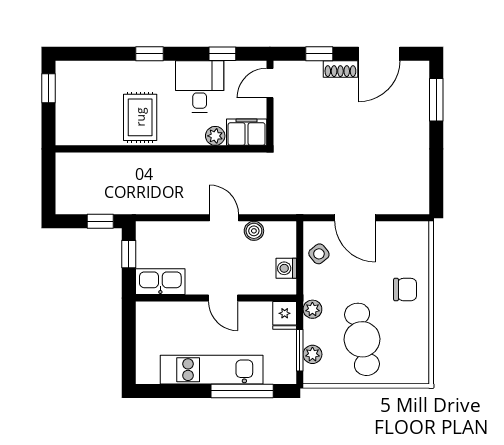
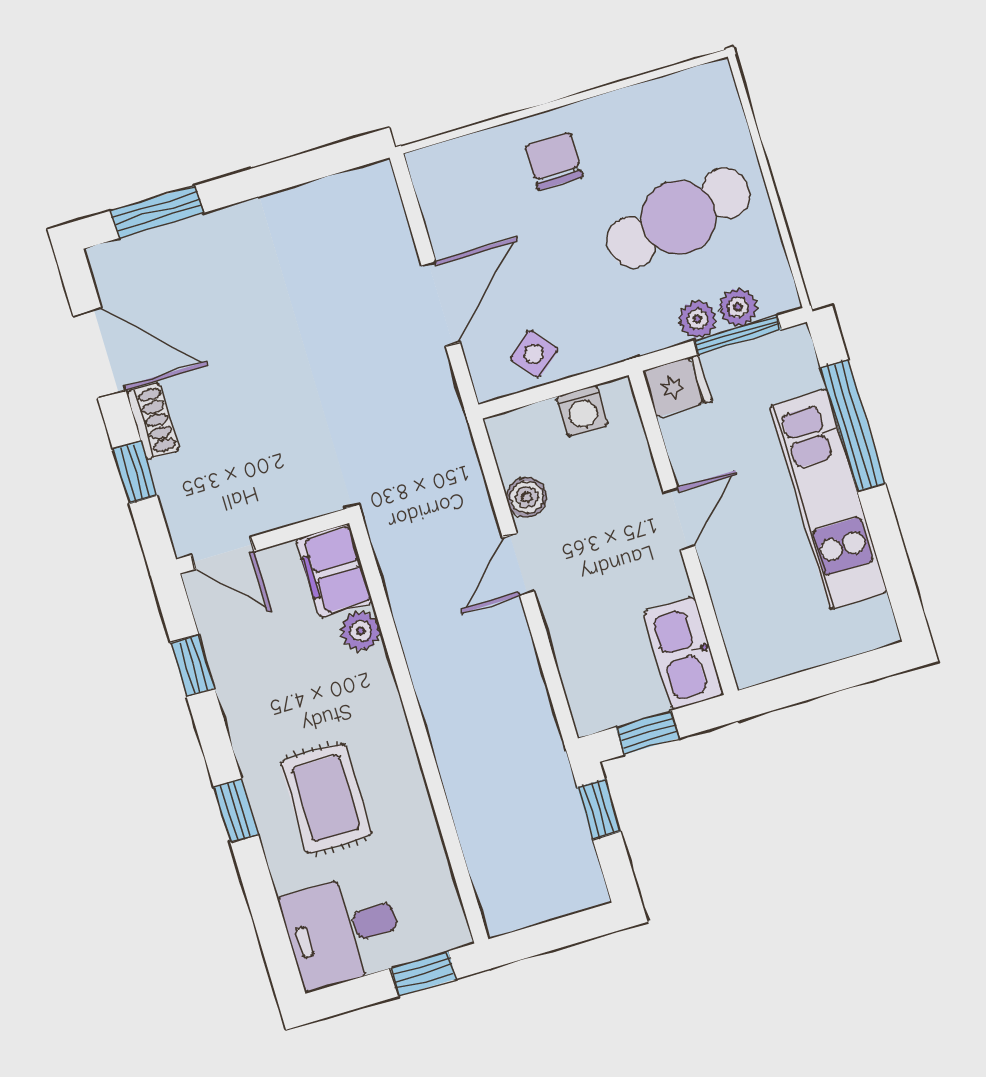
desk: (200, 87) -> (343, 931), moved
window: (49, 88) -> (424, 974), moved
rug: (140, 117) -> (326, 798), moved, turned 90
plant: (312, 309) -> (698, 319), moved

